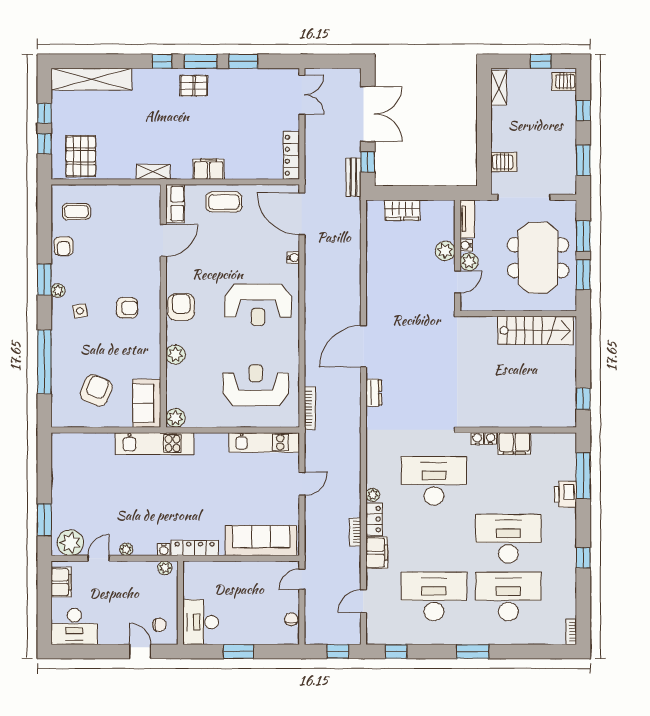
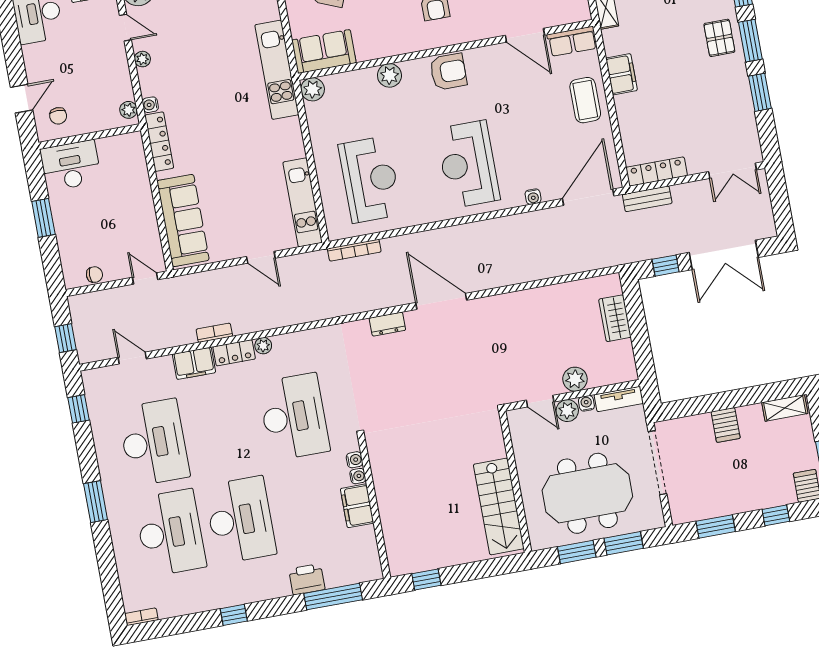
server rack: (504, 162) -> (726, 425), moved
bench: (353, 177) -> (647, 199), moved

